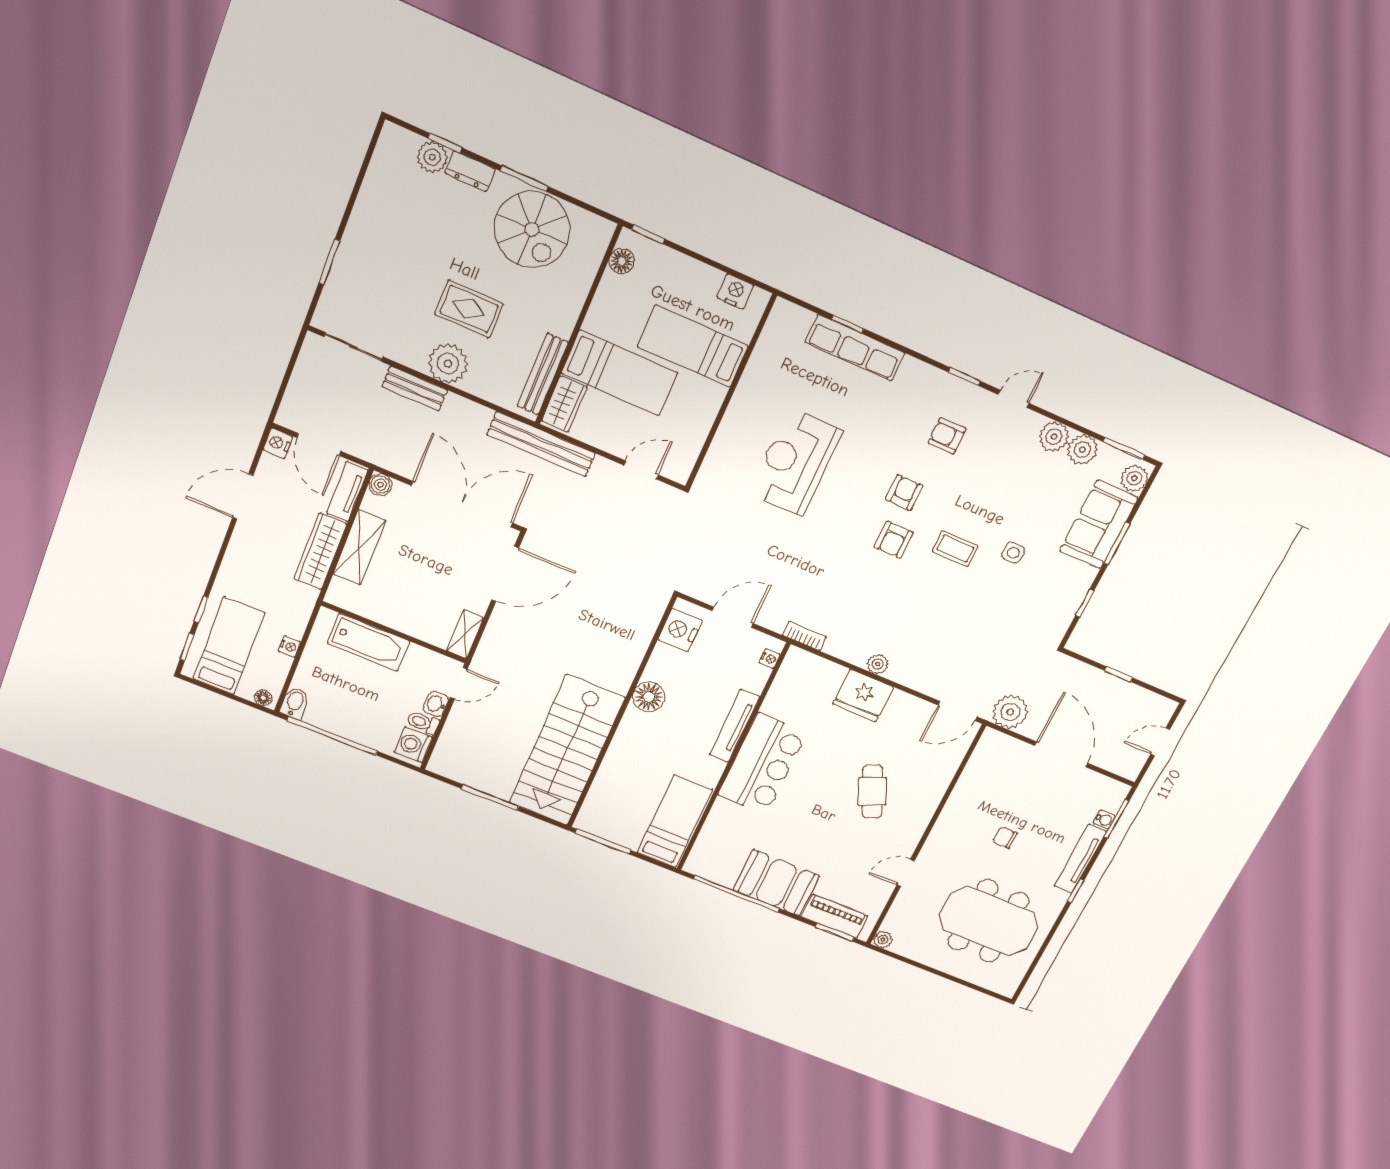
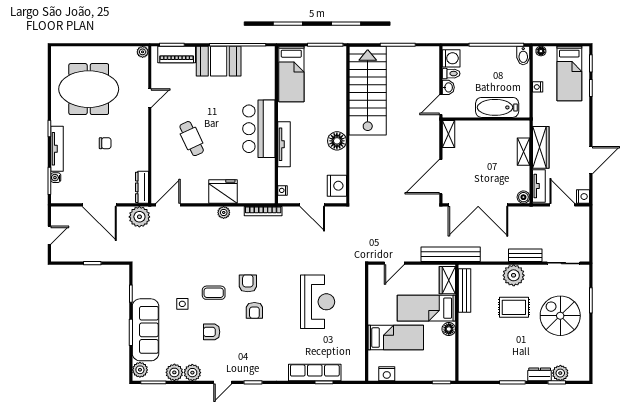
spiral stairs: (532, 229) -> (560, 316), moved
floor lamp: (622, 261) -> (449, 329), moved
armchair: (947, 436) -> (212, 332), moved, turned 180
sofa: (1099, 524) -> (146, 330), width x1.36
shelving: (359, 547) -> (524, 152), width x0.67, depth x0.75
door: (733, 617) -> (312, 205), hinge flipped
bookcase: (804, 636) -> (263, 211), width x1.56
dresser: (984, 753) -> (142, 187), added

